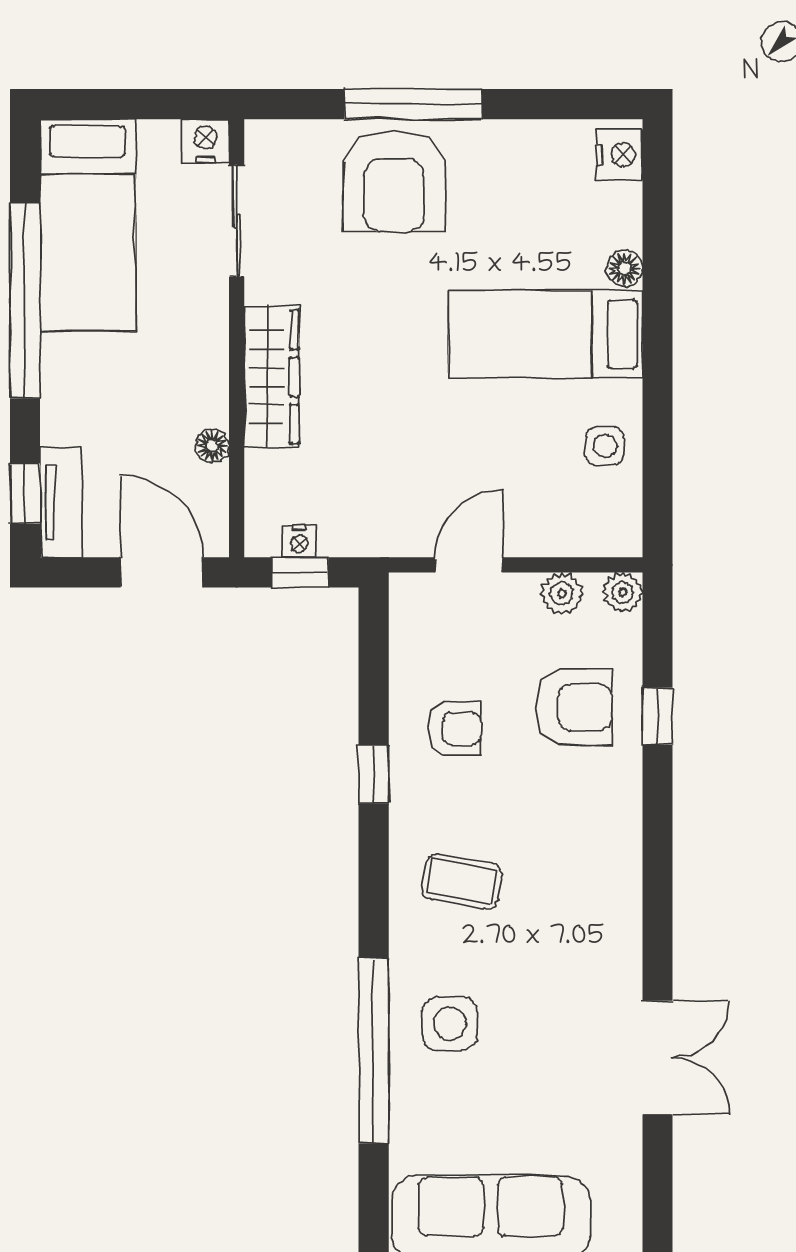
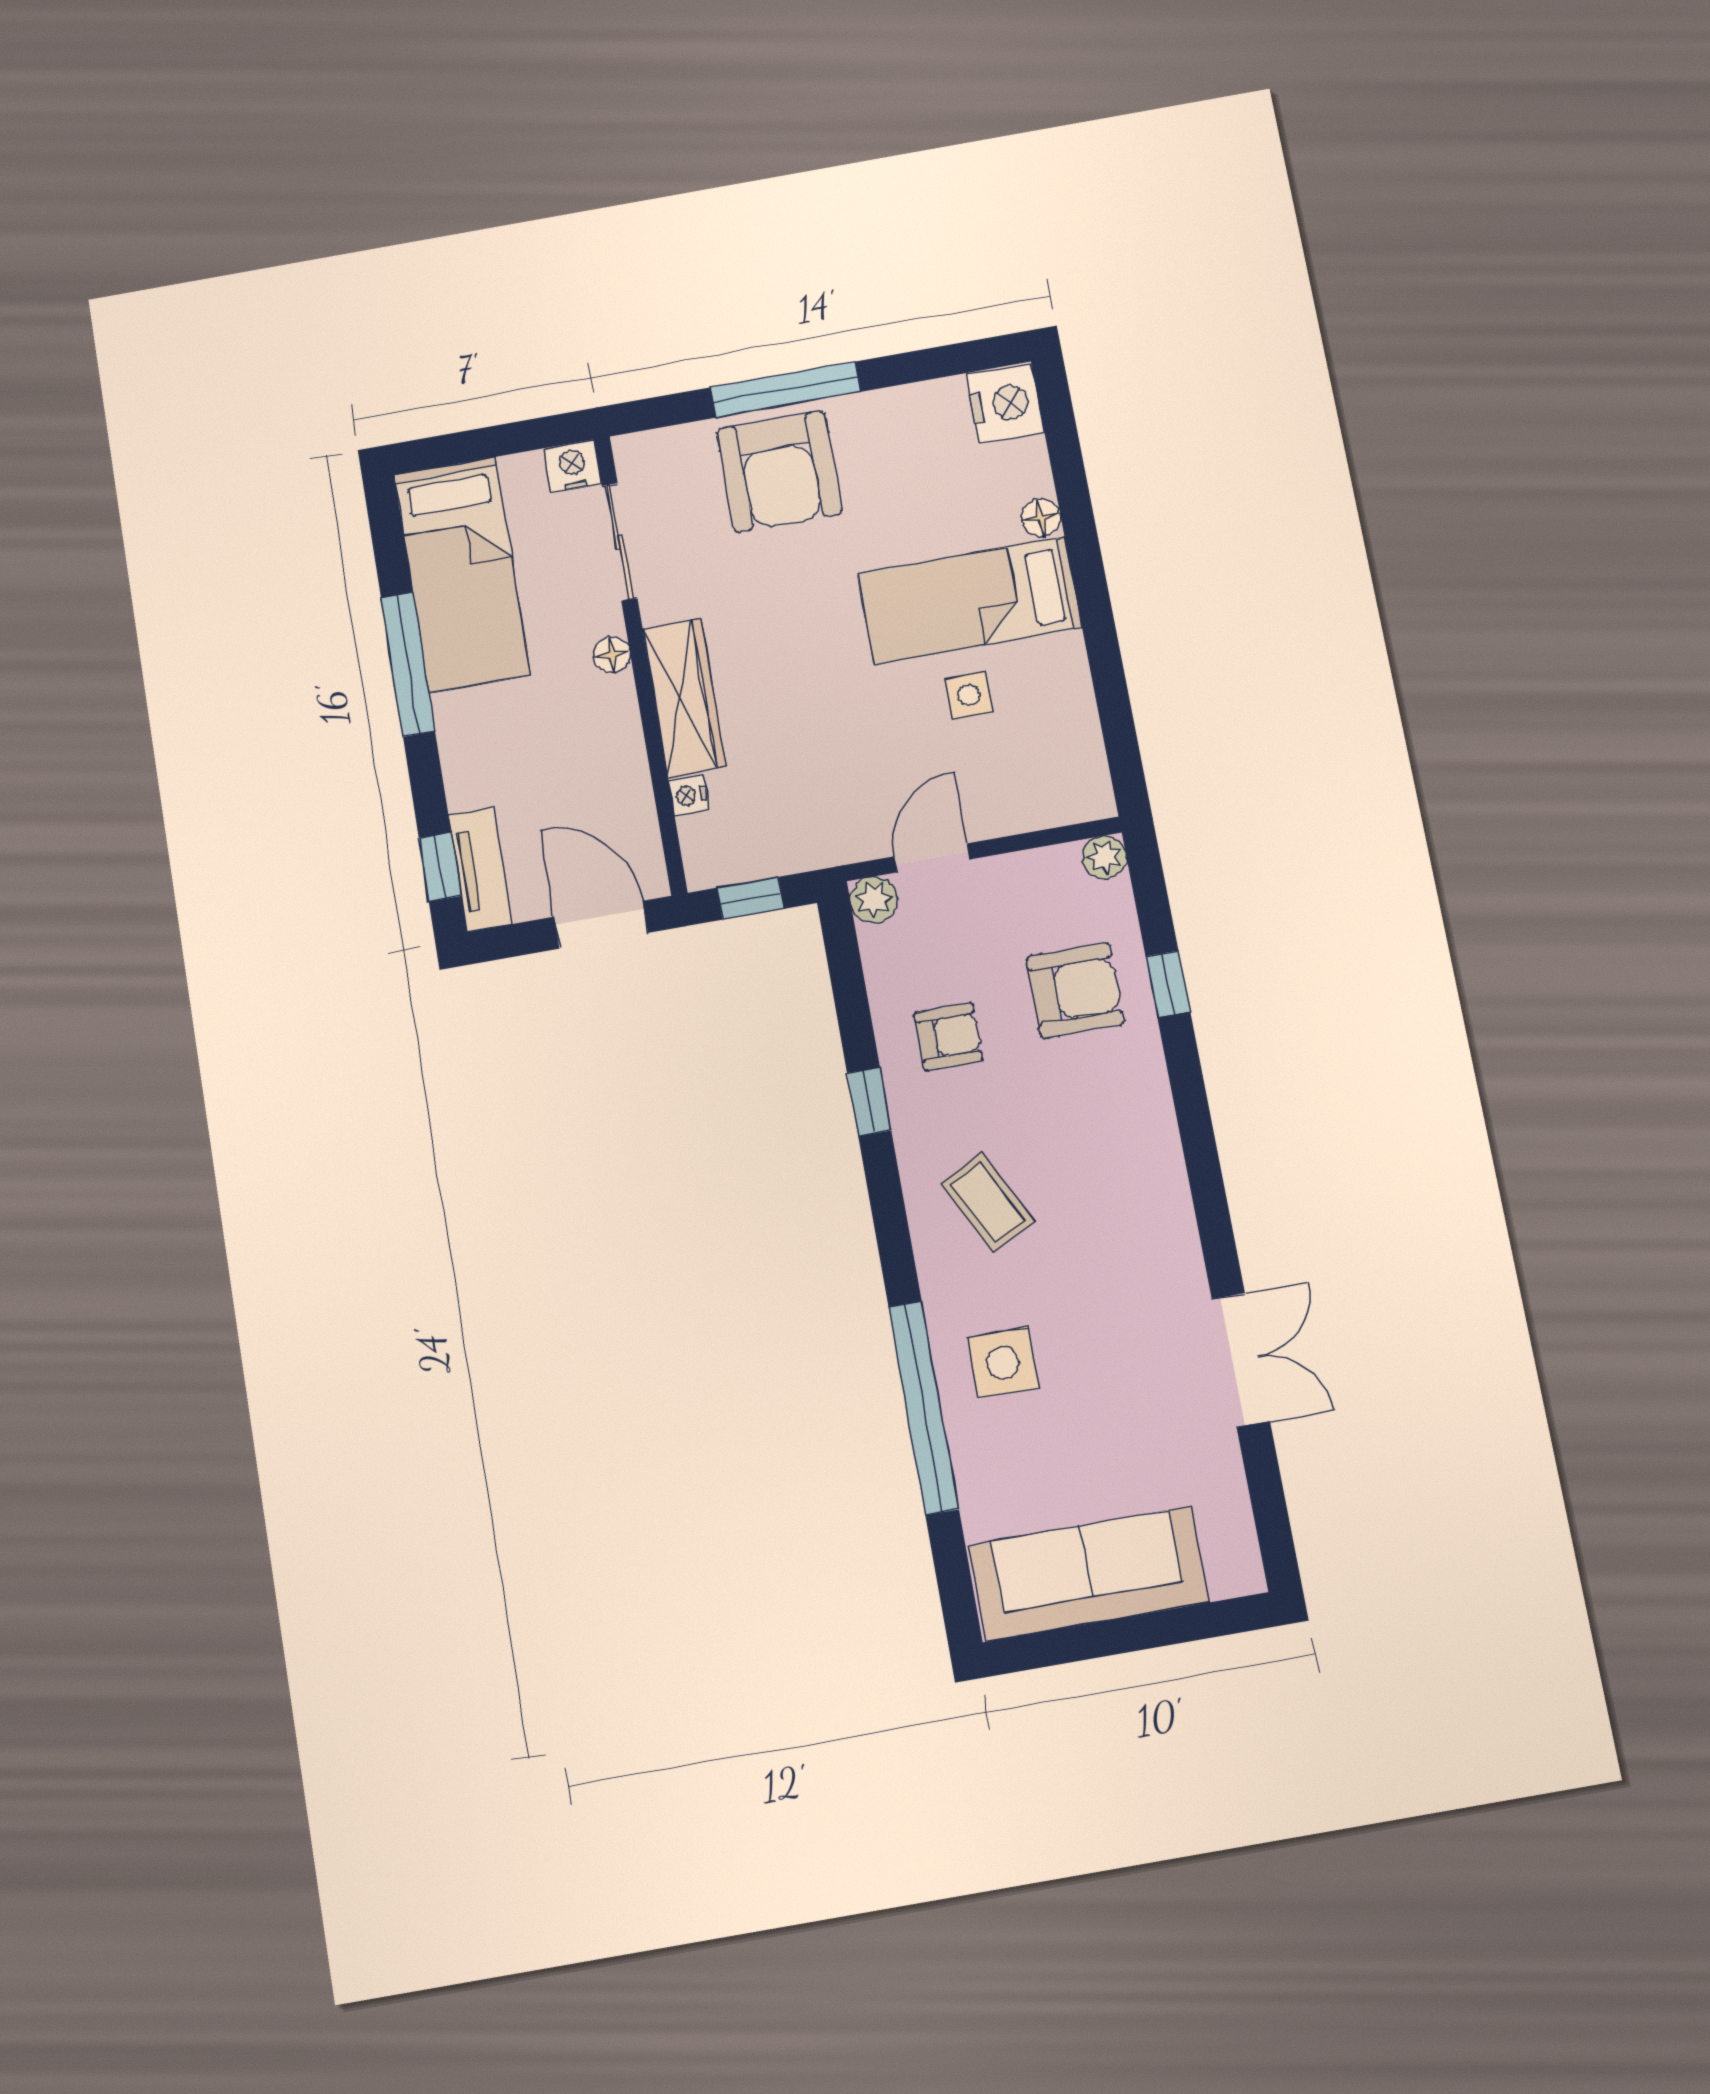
nightstand: (619, 155) -> (1005, 403), width x1.36, depth x1.33
window: (25, 300) -> (408, 664), width x0.68
floor lamp: (212, 446) -> (612, 655), moved
side table: (605, 446) -> (969, 695), moved
nightstand: (299, 541) -> (689, 795), moved, turned 90
plant: (562, 594) -> (874, 900), moved
coffee table: (462, 881) -> (988, 1202), turned 53

